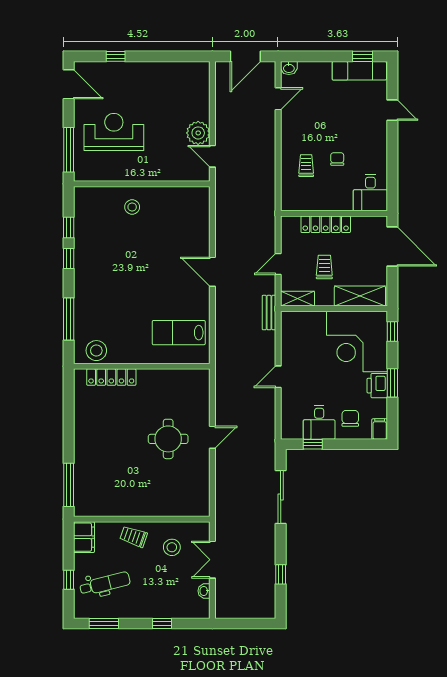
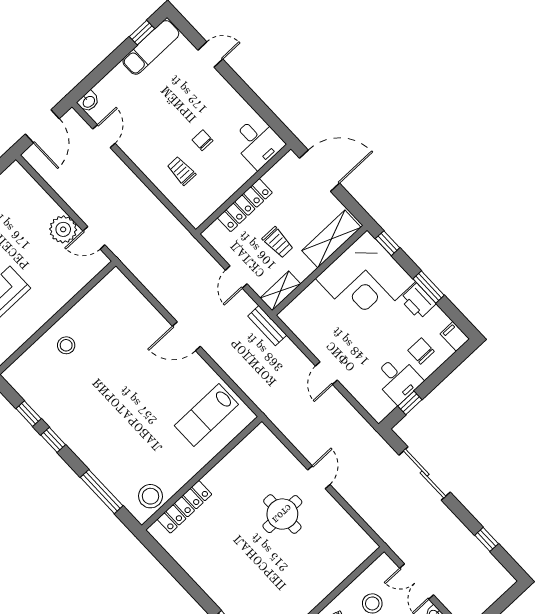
trolley: (324, 267) -> (278, 243), turned 180

